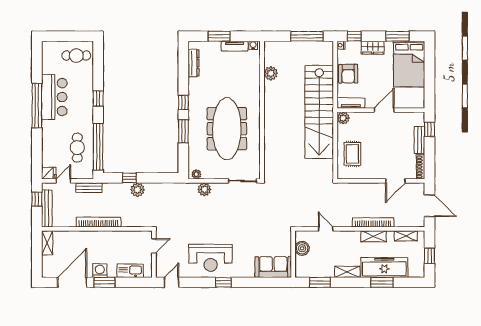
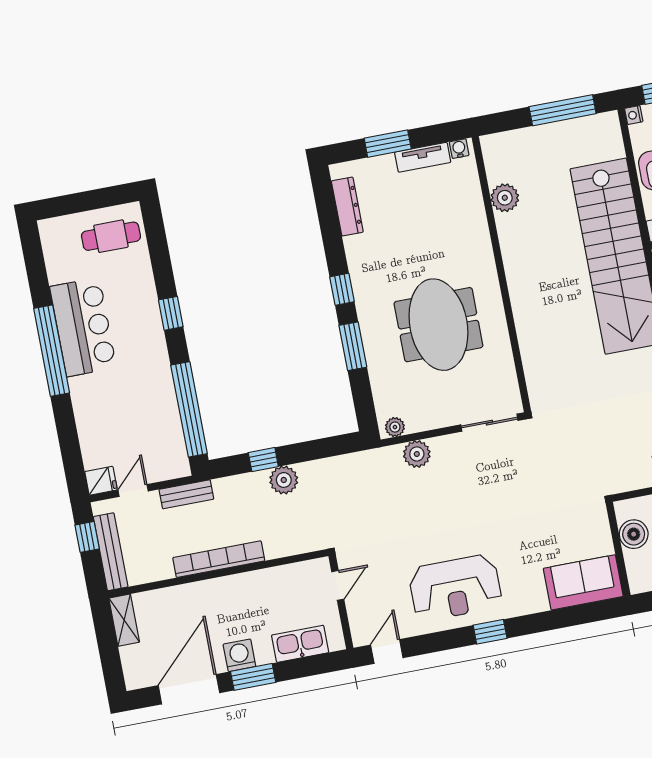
meeting table: (227, 129) -> (438, 325), width x0.73
cafe table: (77, 148) -> (148, 419), removed

